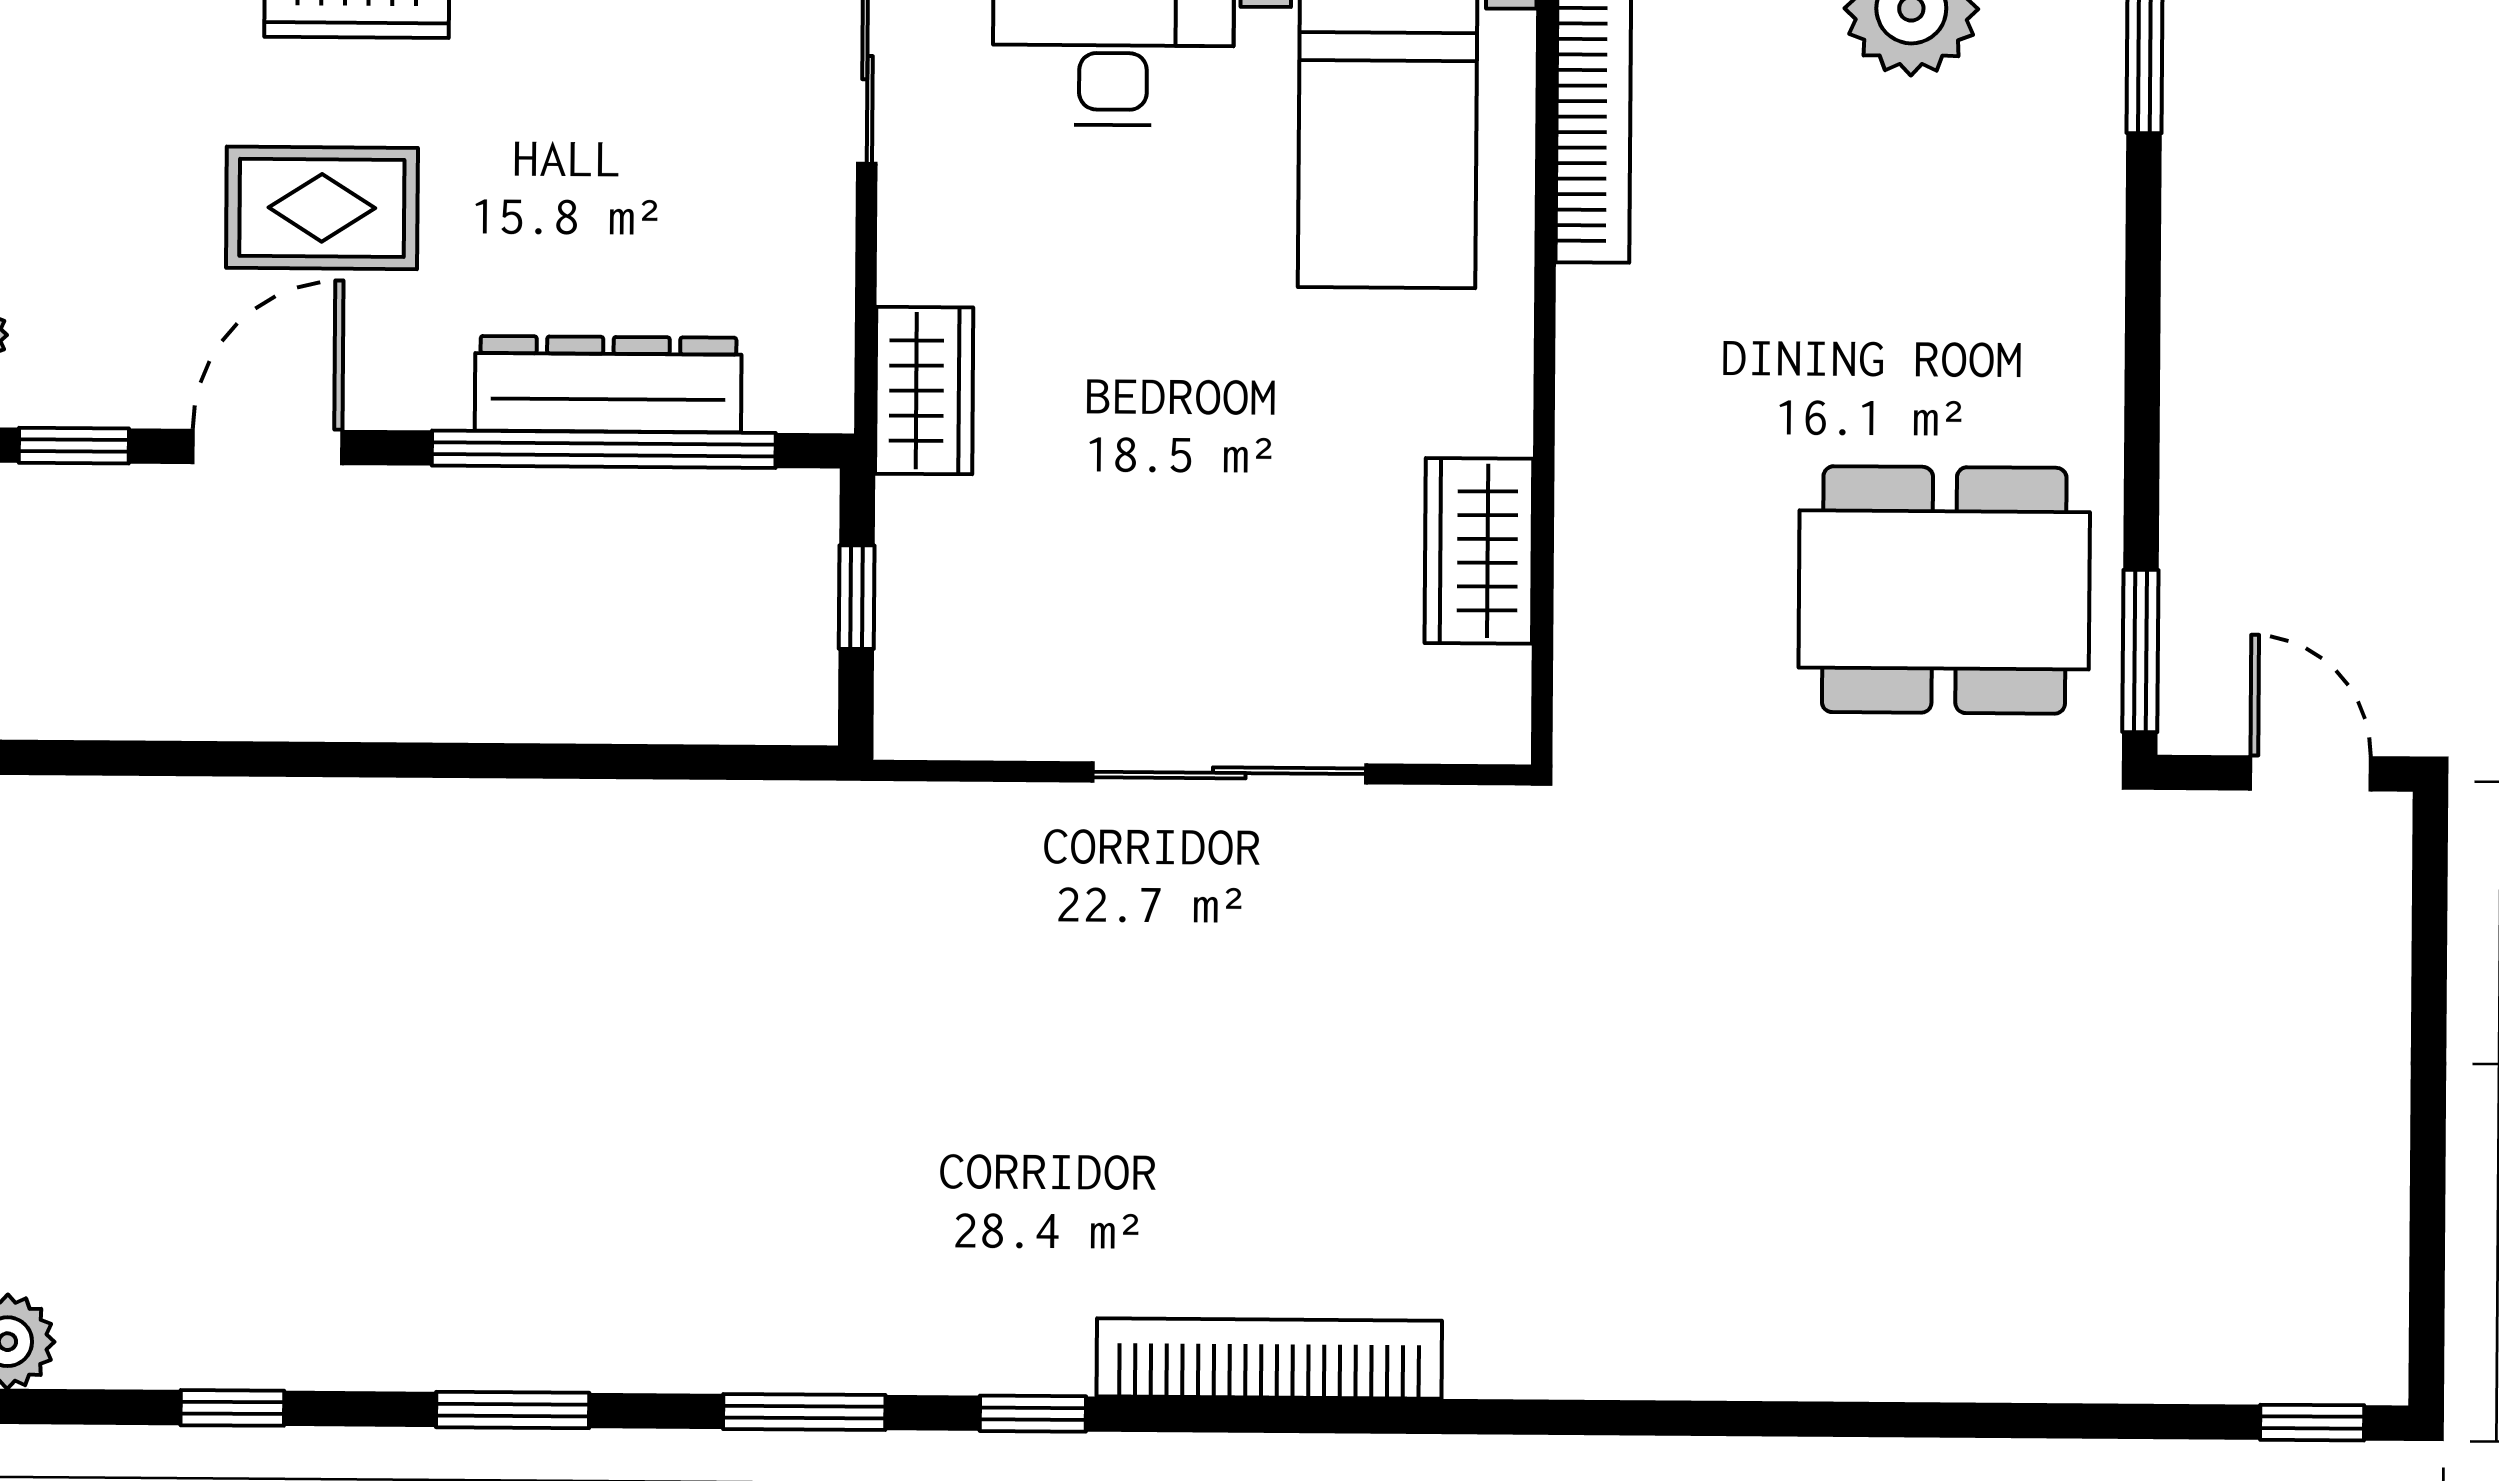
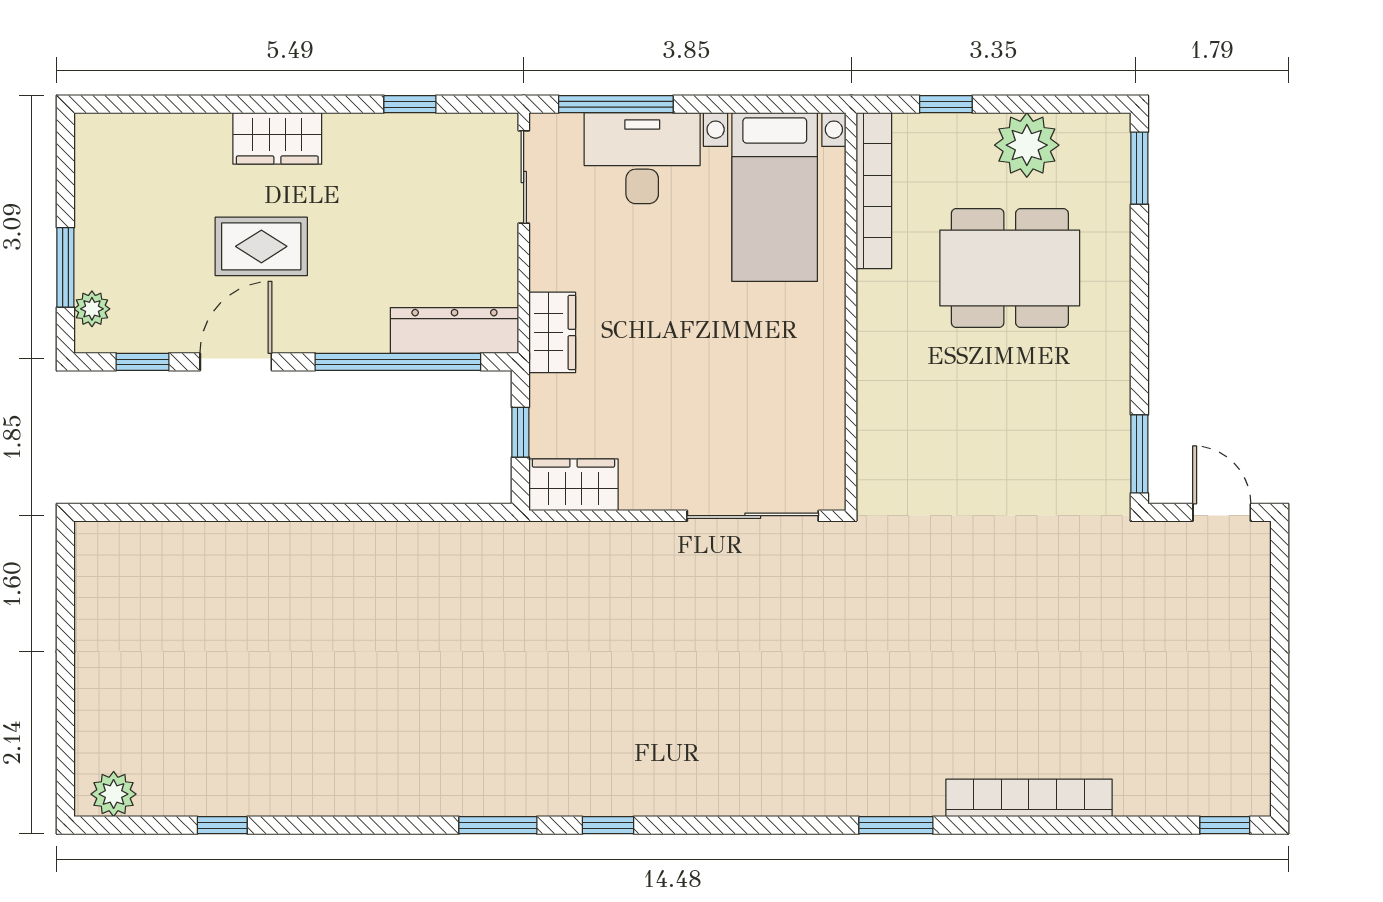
dresser: (608, 384) -> (454, 330), moved
wardrobe: (1479, 551) -> (573, 485), moved, turned 90
dining table: (1944, 590) -> (1010, 268), moved
sliding door: (1229, 773) -> (753, 516), moved
bookcase: (1269, 1358) -> (1029, 798), moved
window: (513, 1410) -> (896, 825), moved

